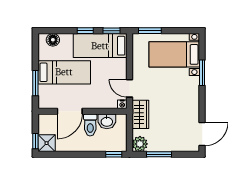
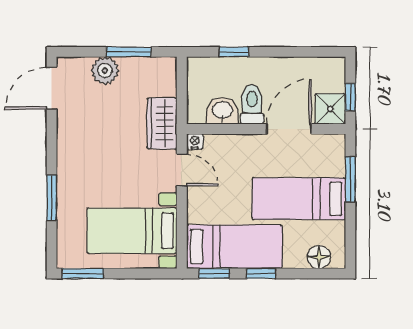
window: (150, 31) -> (83, 274), moved
bed with nightstands: (174, 54) -> (132, 231), moved, turned 180
window: (35, 141) -> (350, 97), moved
shower: (47, 143) -> (330, 109), moved
plant: (140, 144) -> (105, 71), moved
window: (114, 154) -> (234, 52), moved

